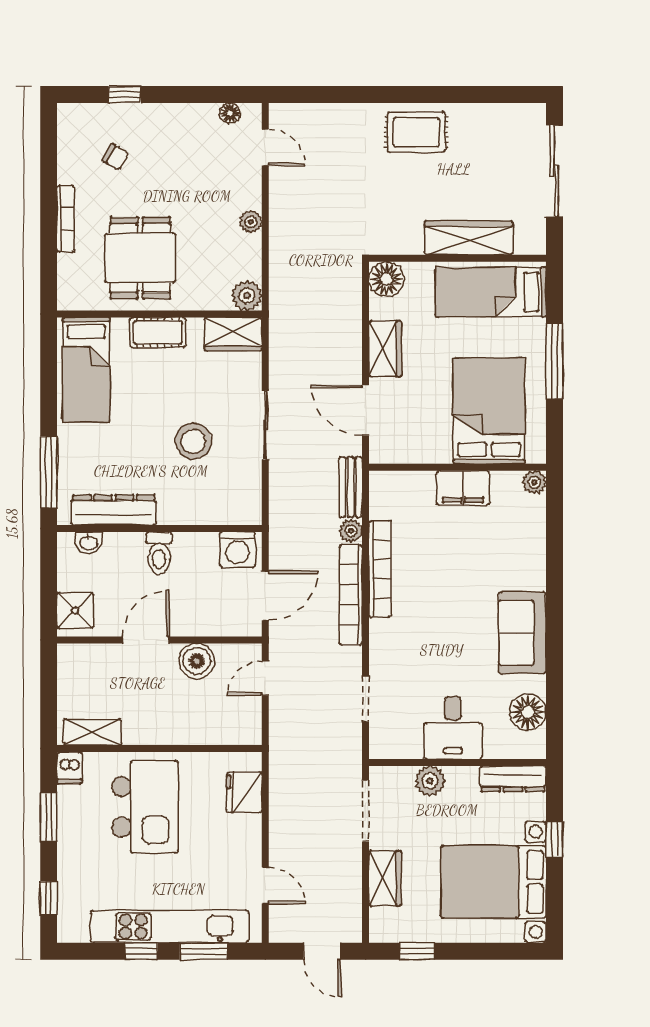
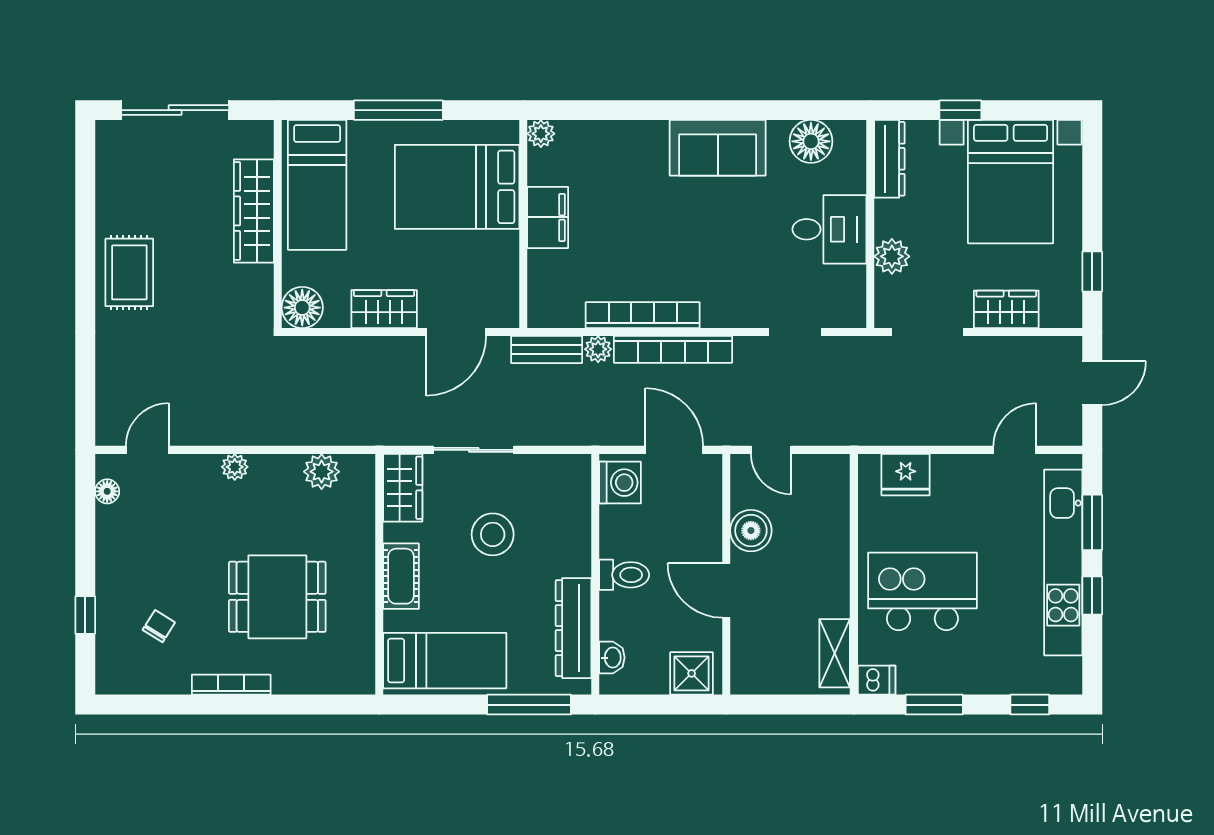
wall: (159, 314) -> (379, 574), moved
cot: (158, 333) -> (401, 576), moved
wardrobe: (233, 334) -> (403, 488), moved
bed: (86, 370) -> (445, 661), moved

